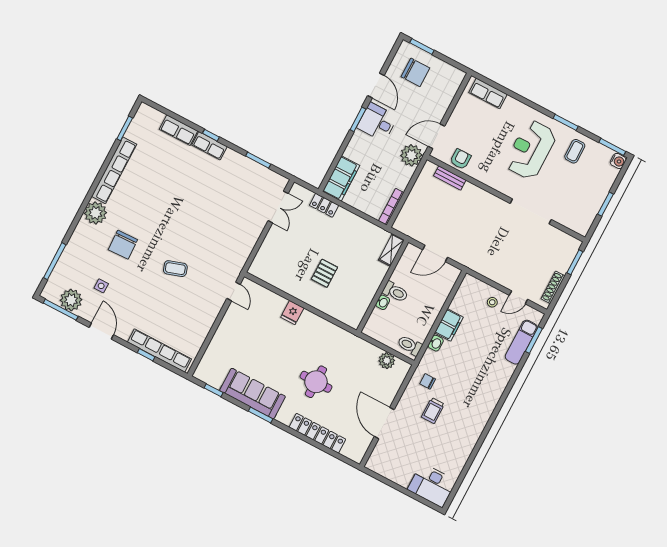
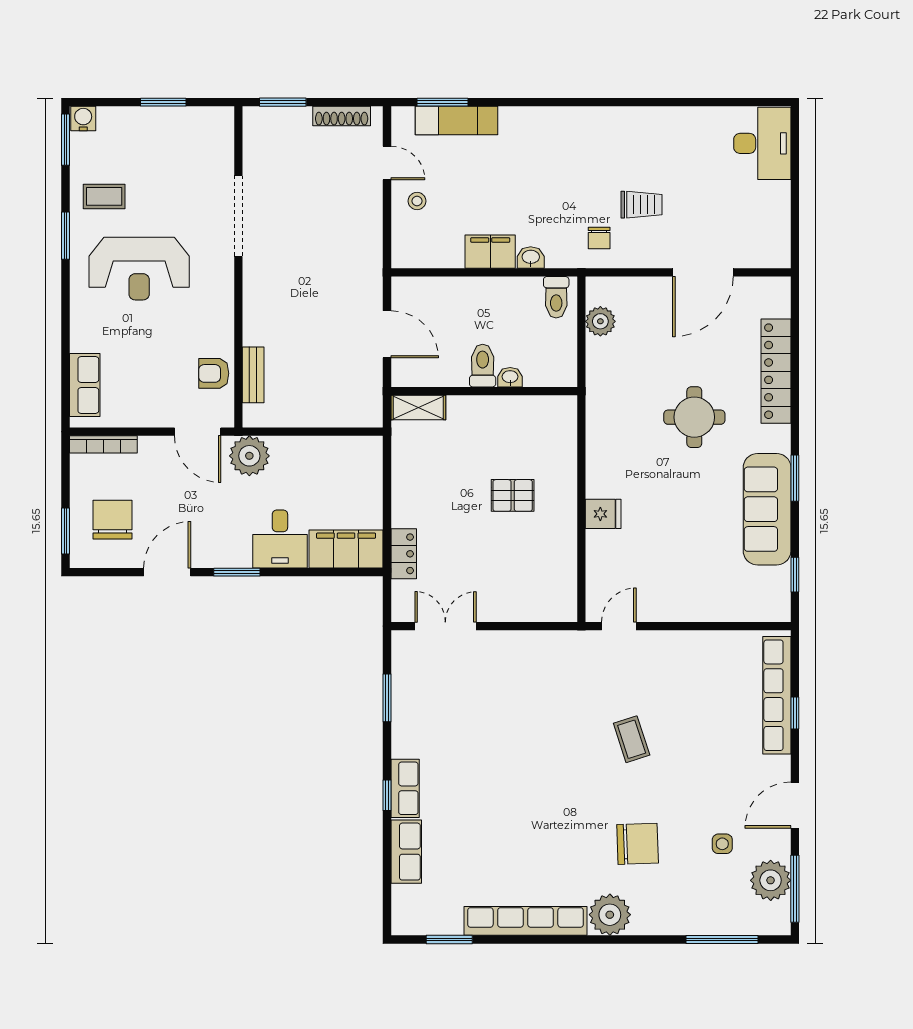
desk: (377, 122) -> (280, 539), moved
bookcase: (391, 207) -> (103, 444), moved

